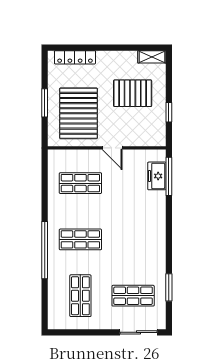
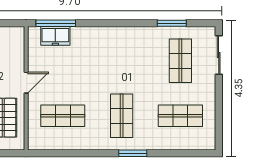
shop shelf: (80, 183) -> (63, 116), turned 90
window: (45, 250) -> (133, 153), width x0.47

